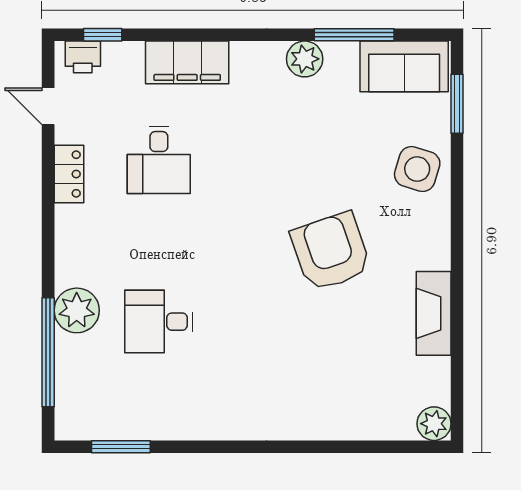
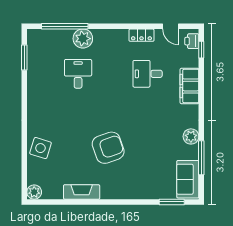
door: (48, 106) -> (171, 26), swing flipped
side table: (417, 169) -> (40, 148), moved

